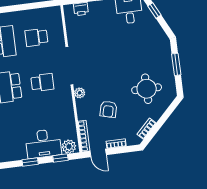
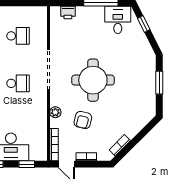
school desk: (36, 37) -> (18, 36), turned 180
round table: (147, 89) -> (93, 80), moved, width x1.36, depth x1.36
plant: (80, 93) -> (55, 112), moved
plant: (69, 147) -> (37, 153), removed

